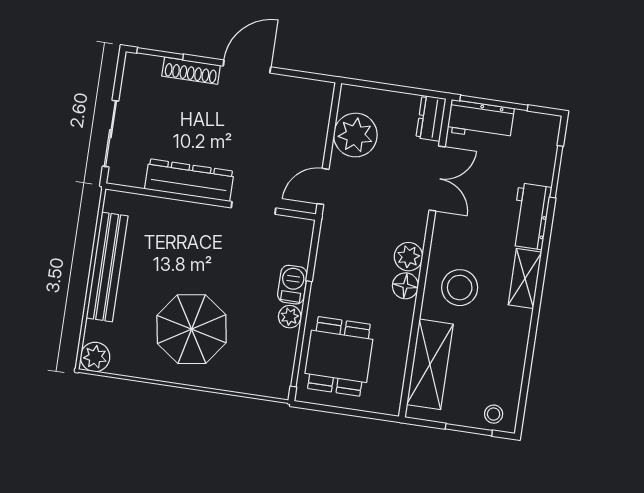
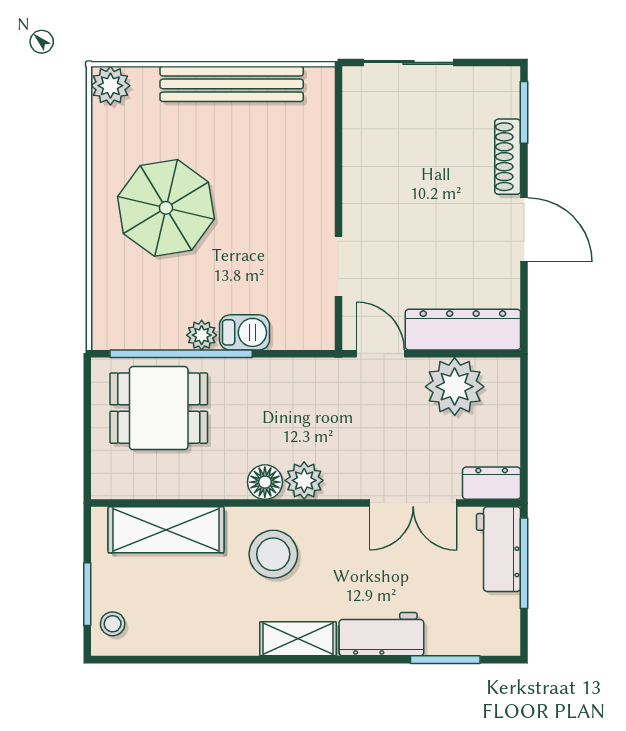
dresser: (189, 180) -> (463, 330), moved, turned -90

